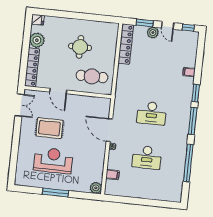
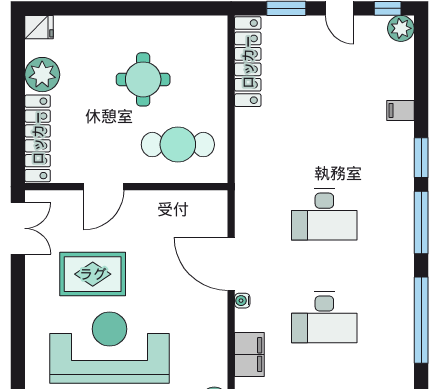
plant: (153, 33) -> (401, 28), moved
door: (58, 91) -> (104, 187), hinge flipped
reception desk: (53, 160) -> (110, 348), width x1.36, depth x1.30
filing cabinet: (112, 175) -> (249, 355), width x2.00

